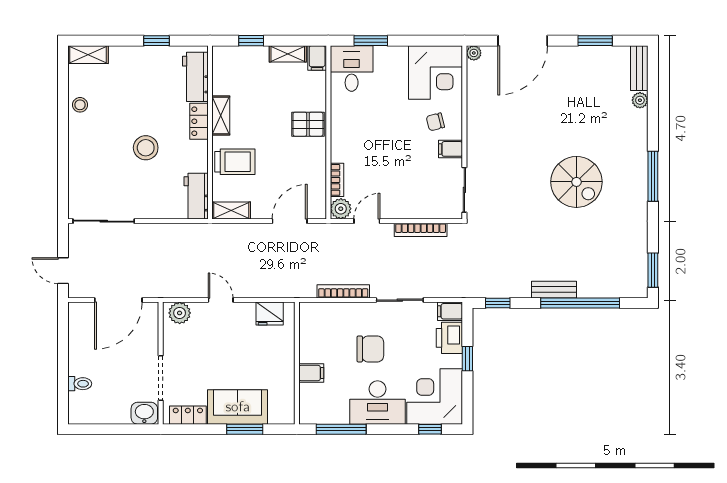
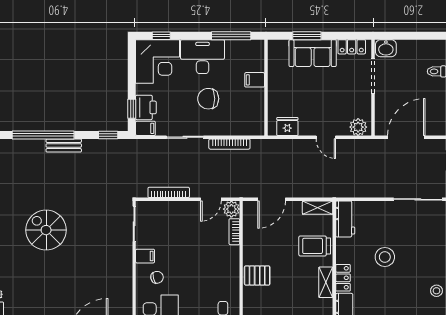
window: (467, 359) -> (132, 109), moved

